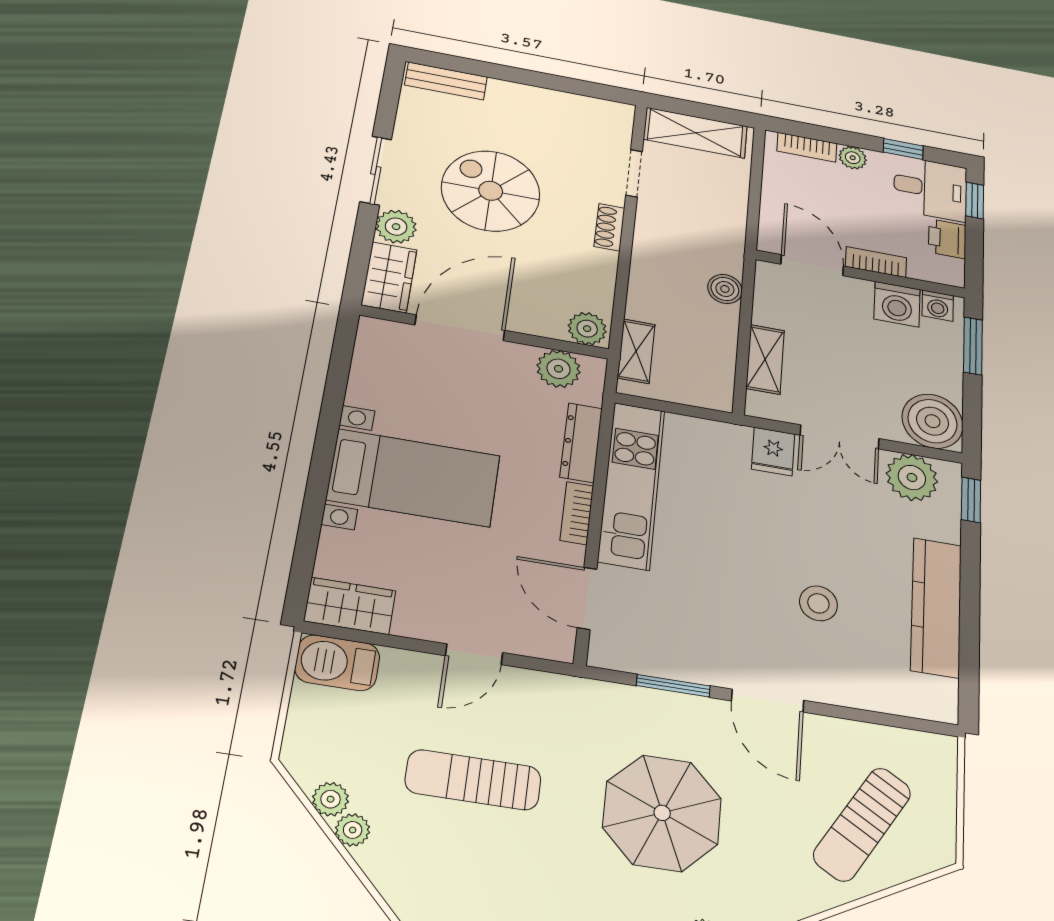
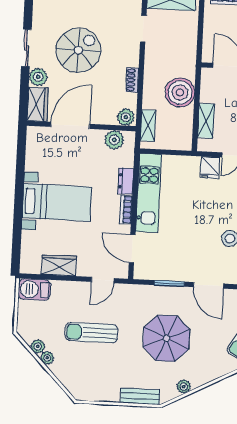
spiral stairs: (491, 191) -> (78, 50), turned 90
shoe rack: (609, 227) -> (132, 80), moved
boiler: (725, 289) -> (180, 92), width x1.86, depth x1.86
dresser: (581, 443) -> (126, 181), width x0.70
wardrobe: (350, 606) -> (59, 265), moved
door: (474, 654) -> (103, 280), moved

